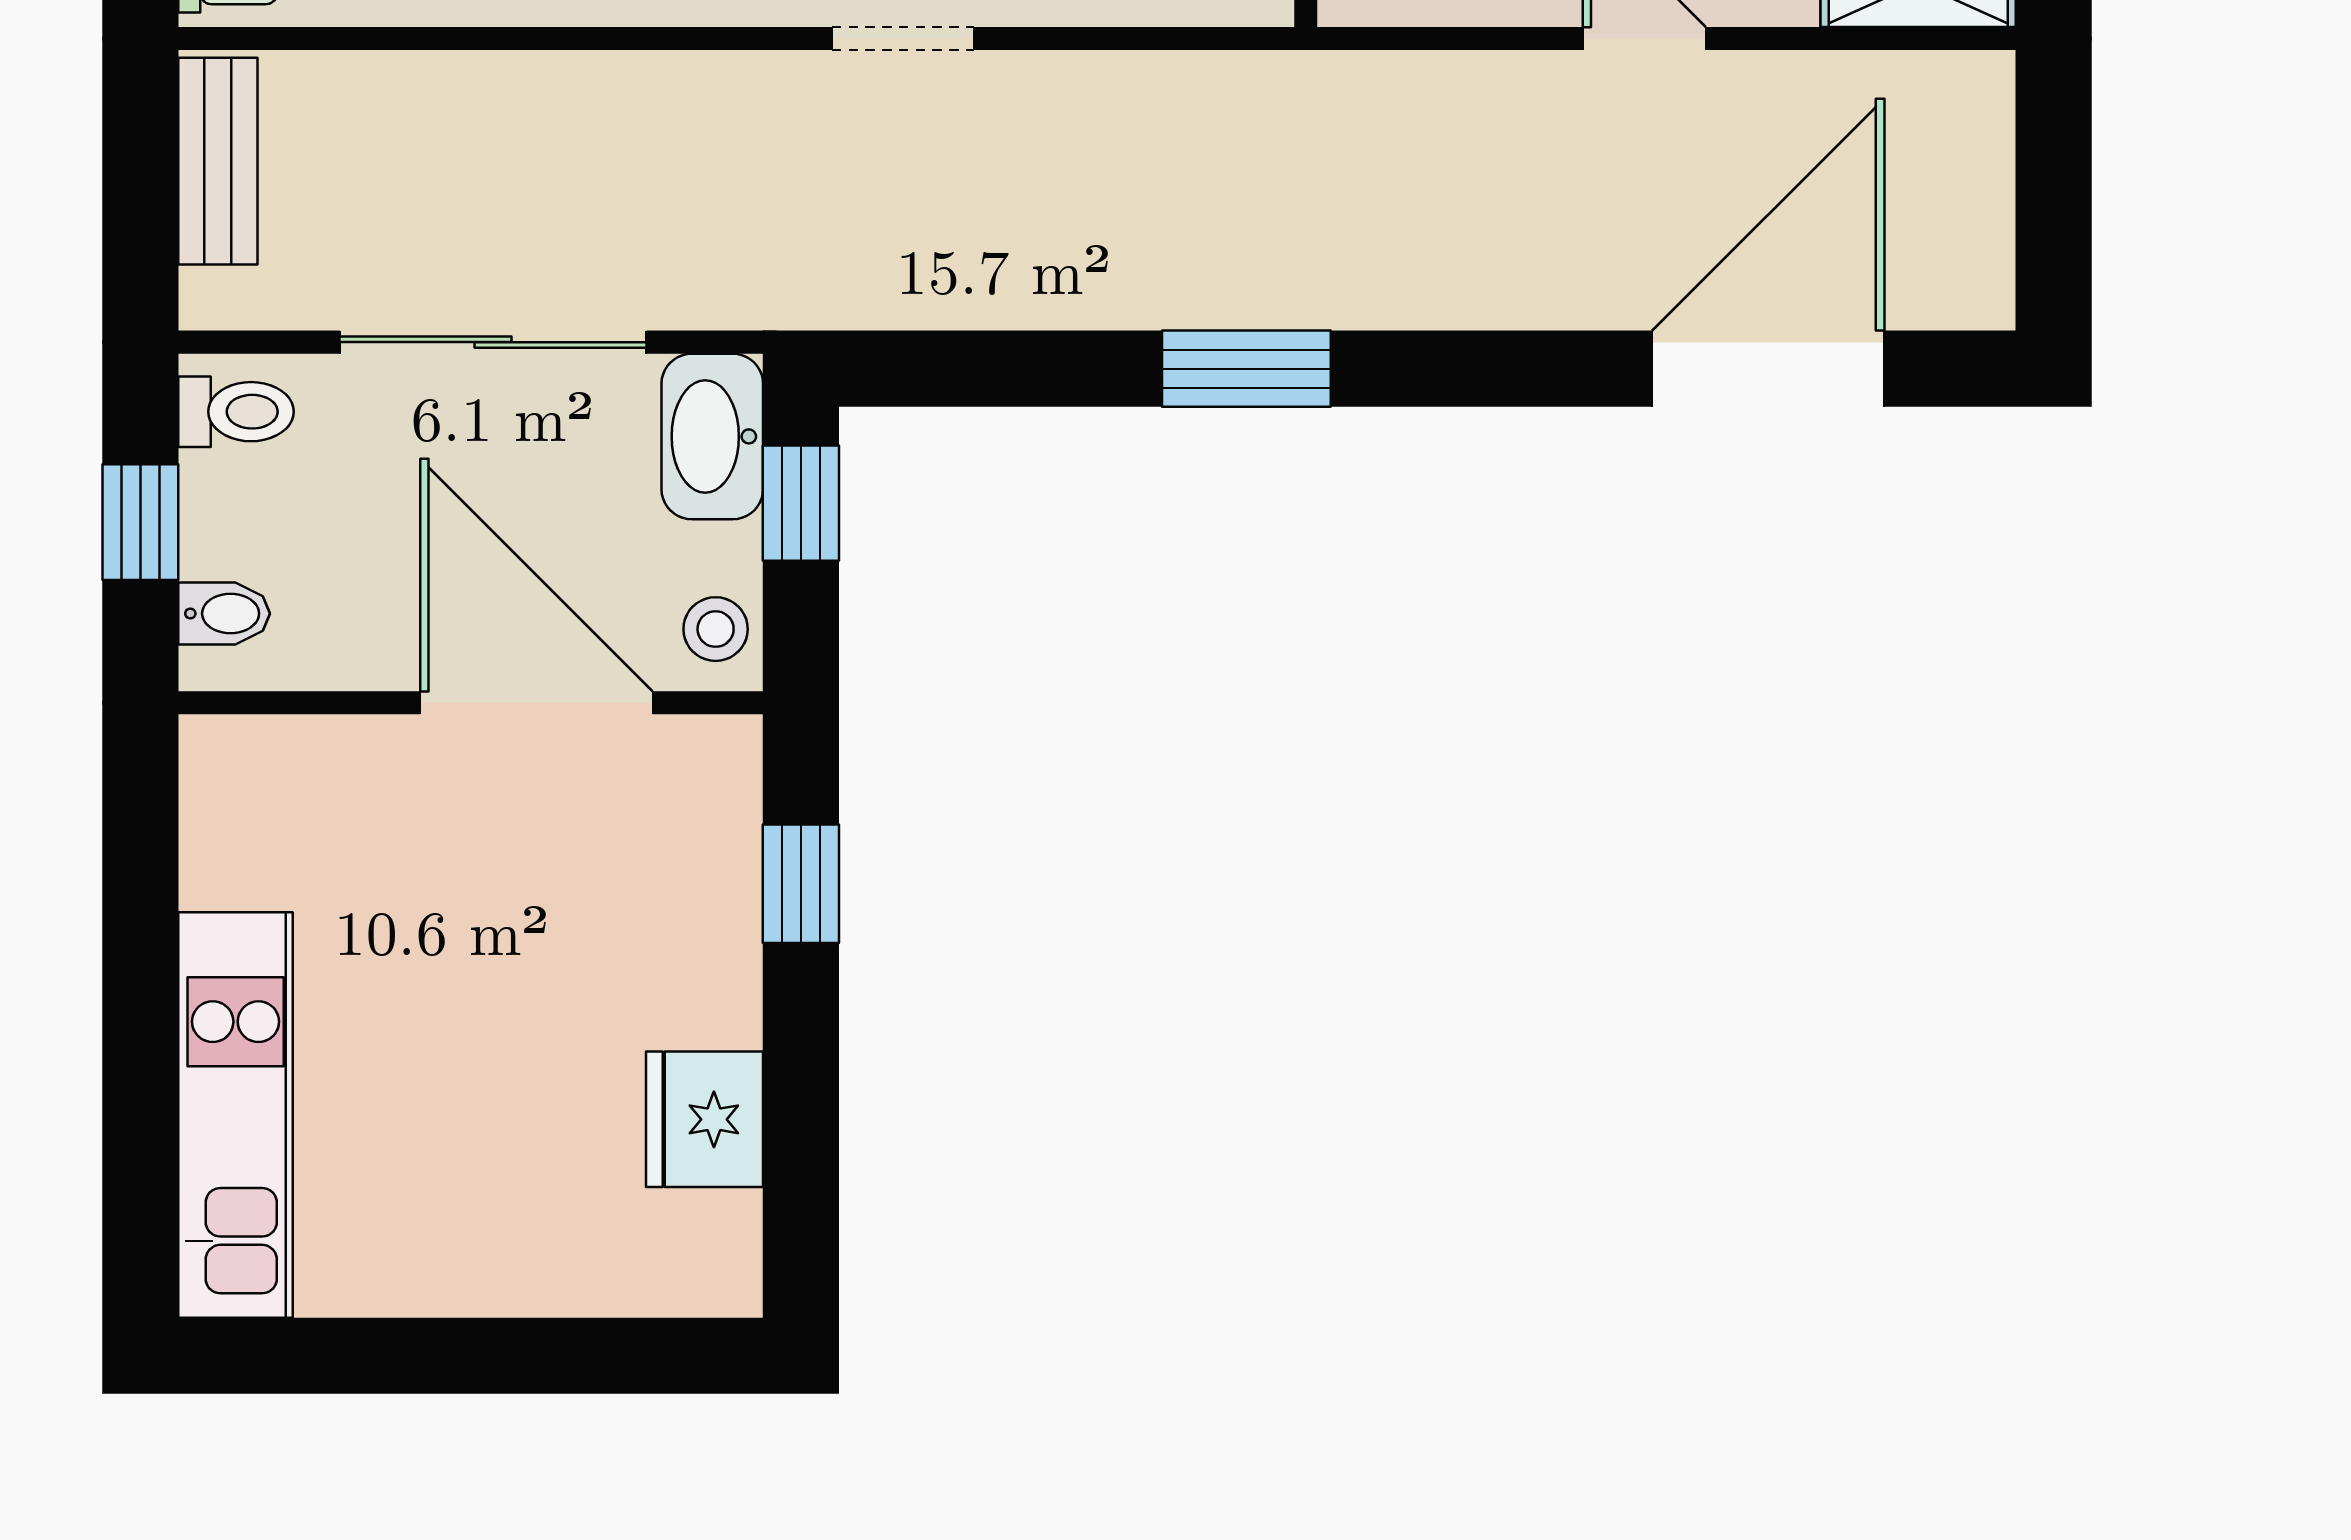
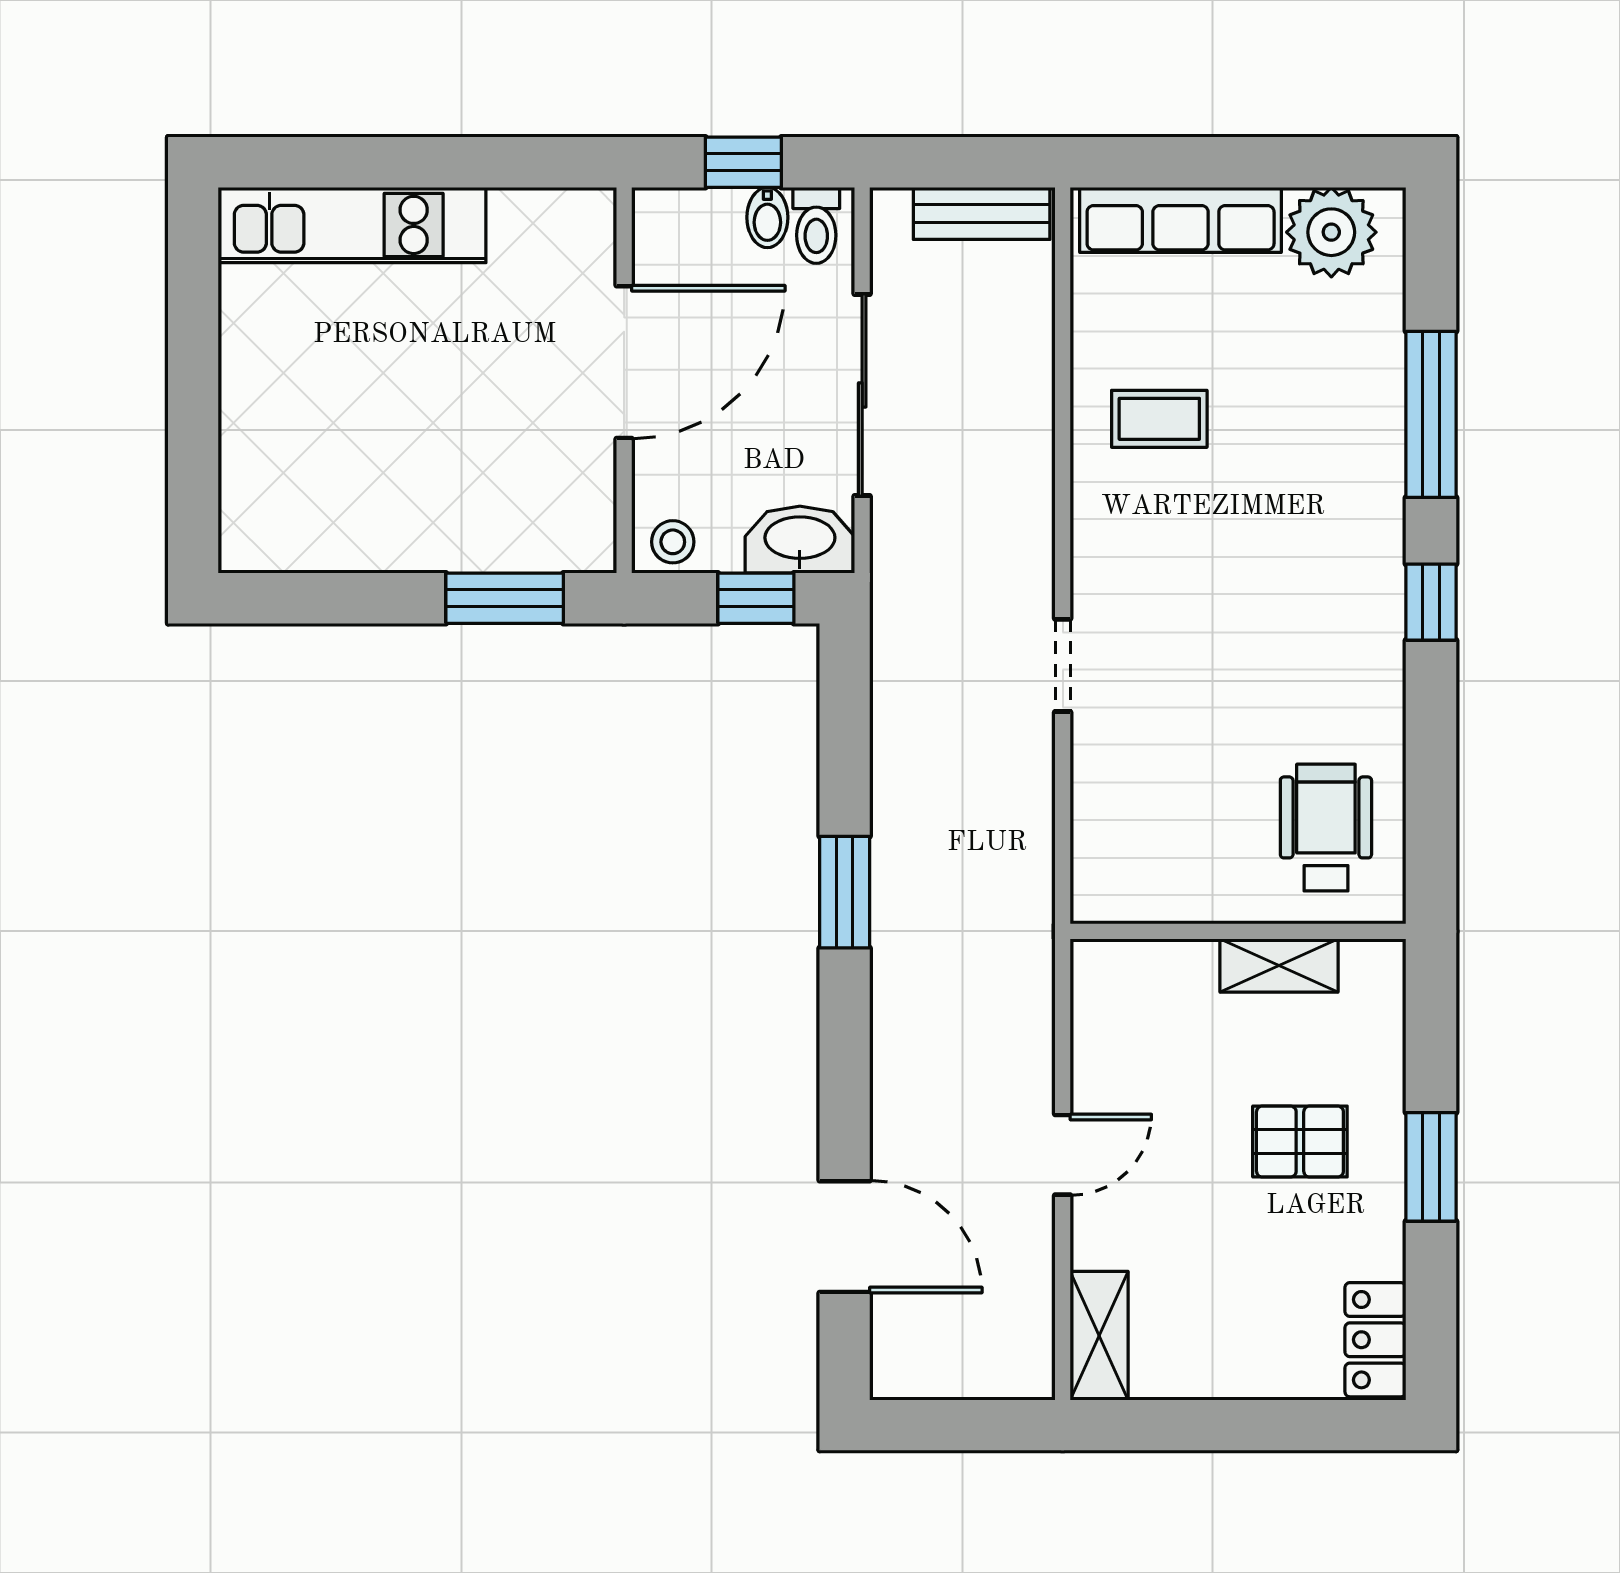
door: (1768, 369) -> (845, 1237), width x0.73
bidet: (224, 614) -> (767, 217), moved
door: (536, 703) -> (624, 362), moved
window: (801, 884) -> (505, 598), width x1.50
fridge: (705, 1119) -> (349, 535), removed

